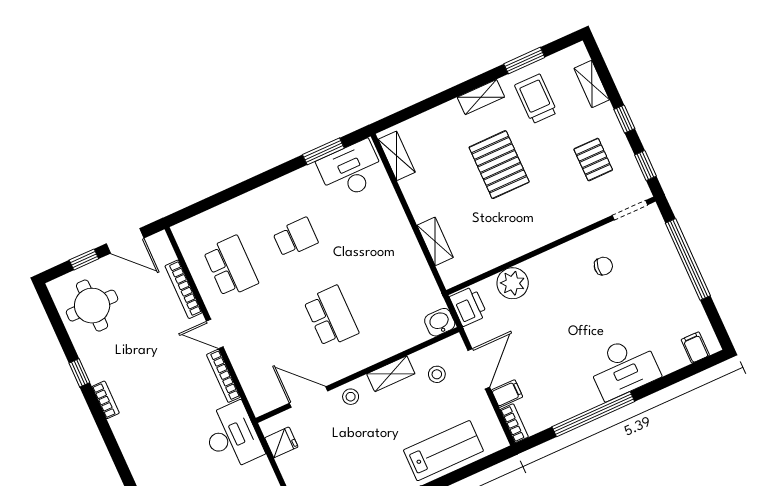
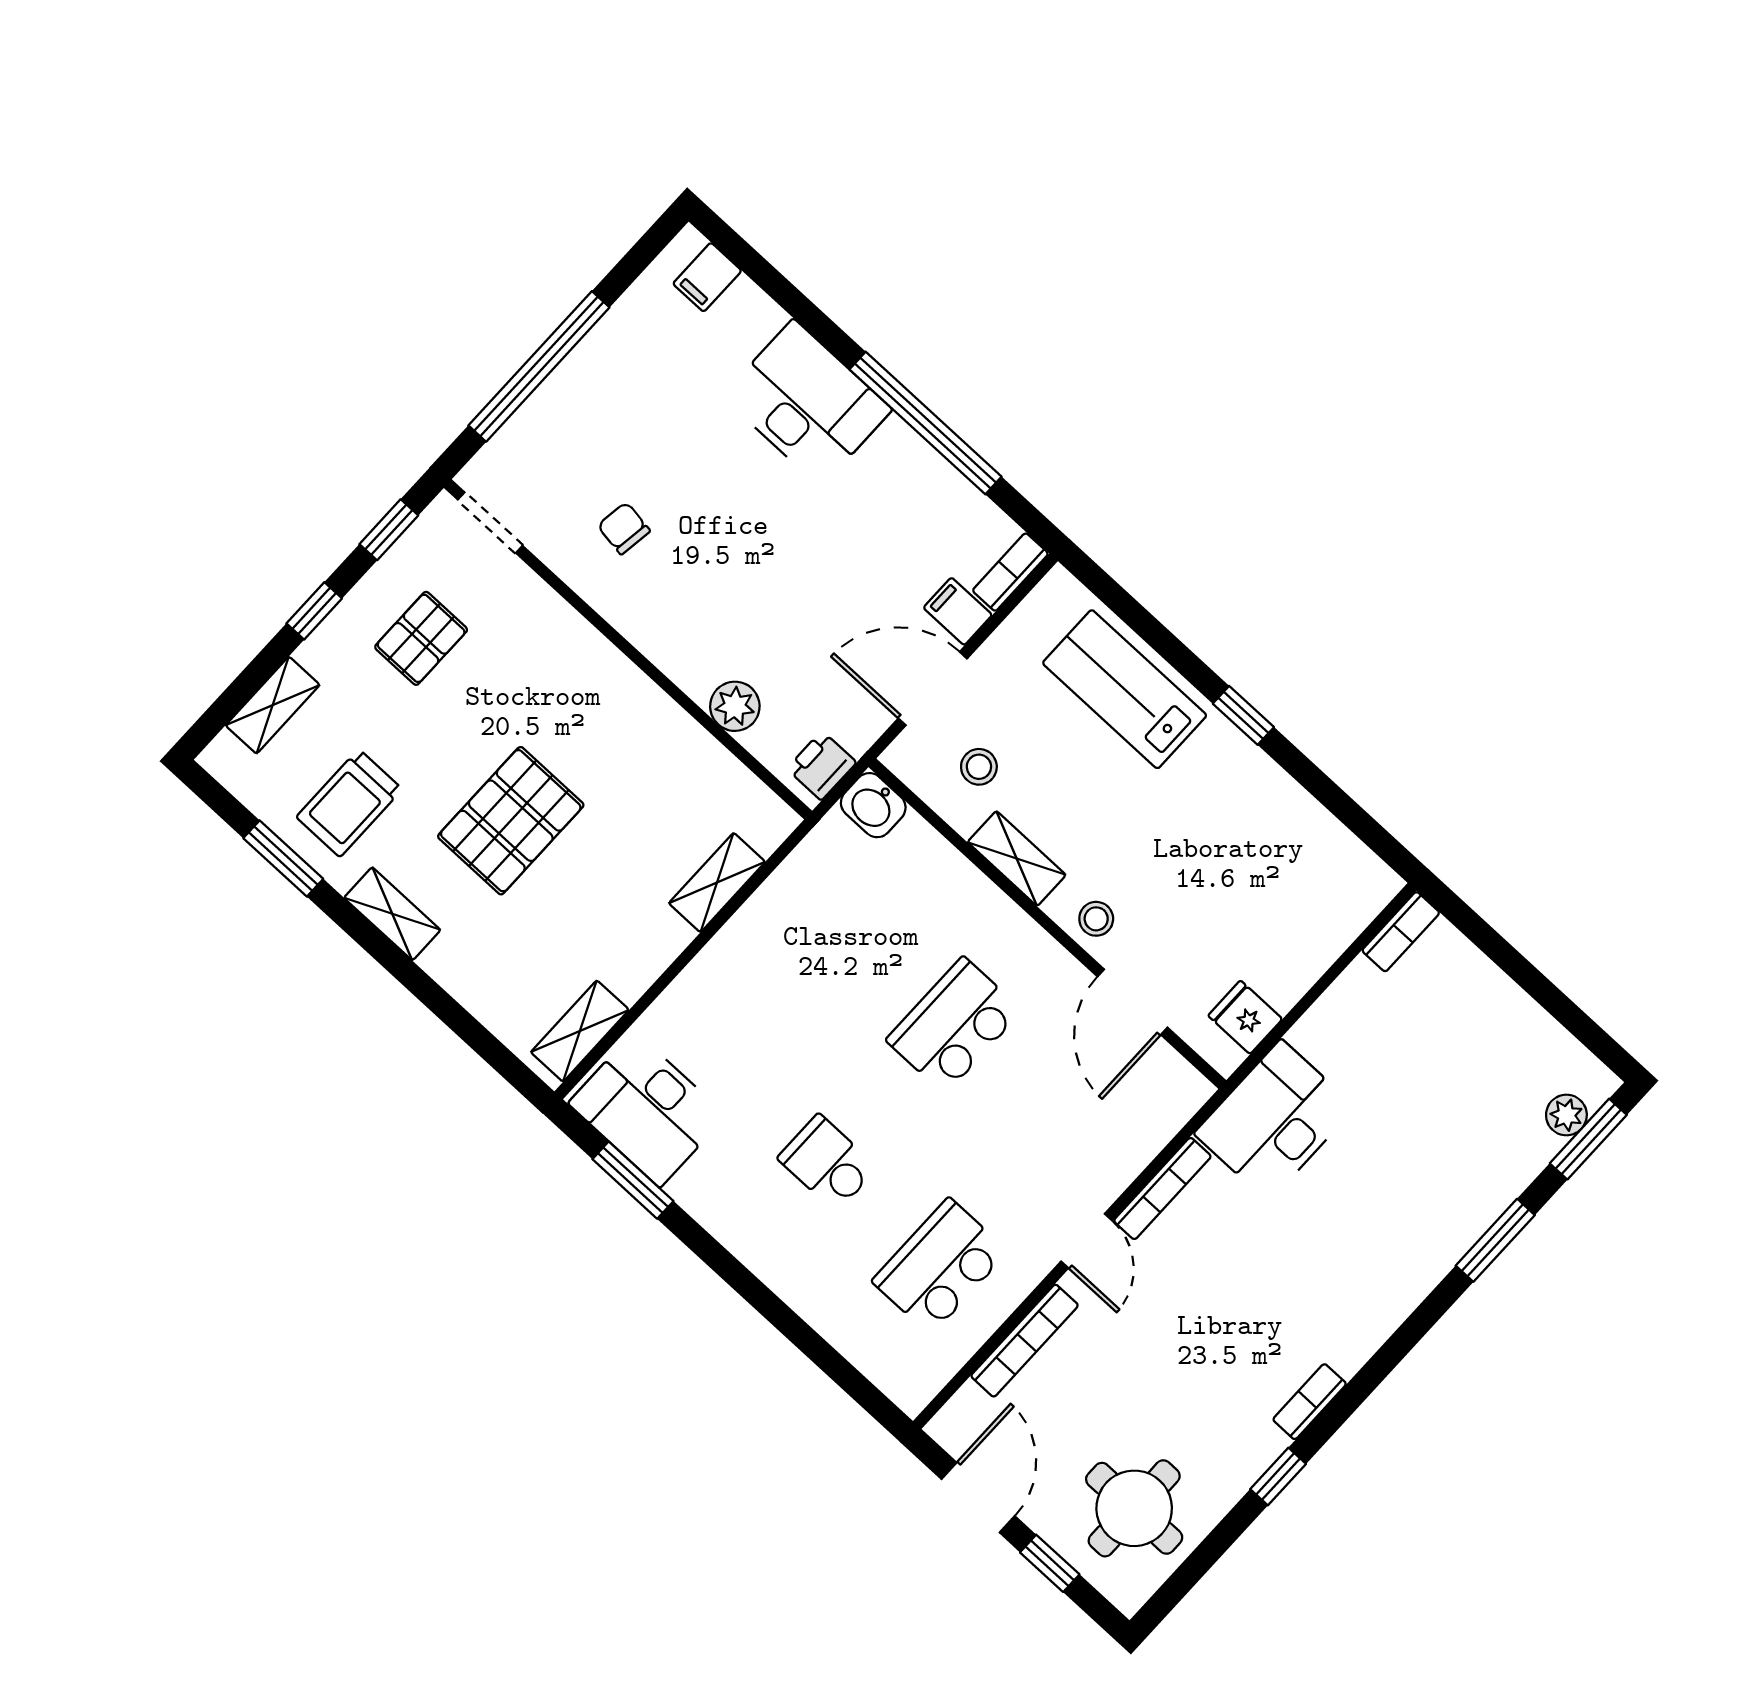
plant: (513, 283) -> (735, 706), width x0.73, depth x0.73
printer: (468, 306) -> (822, 766), width x0.73, depth x0.81

